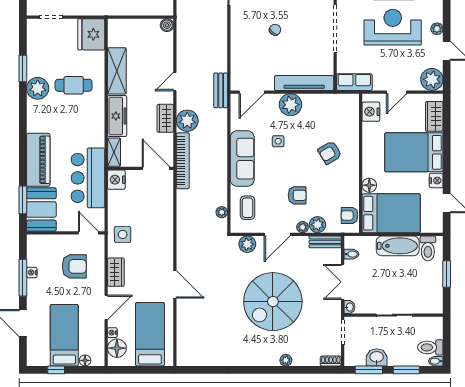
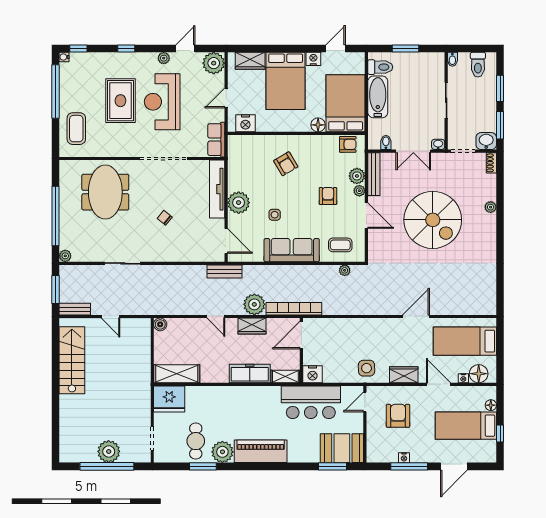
shelving: (117, 71) -> (177, 374), moved
cafe table: (74, 85) -> (196, 441), moved
door: (397, 92) -> (226, 98), swing flipped
piano: (38, 160) -> (261, 451), moved
armchair: (349, 215) -> (348, 144), turned -90
bench: (325, 242) -> (374, 174), width x1.36
plant: (247, 244) -> (376, 245), removed
washbasin: (377, 357) -> (486, 141), moved, turned 90
bidet: (436, 361) -> (452, 59), moved

